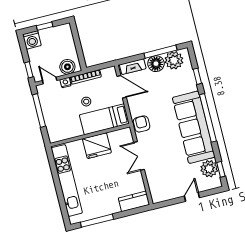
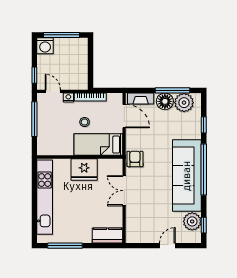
window: (45, 26) -> (62, 35), width x2.17
boiler: (67, 67) -> (74, 82), removed

